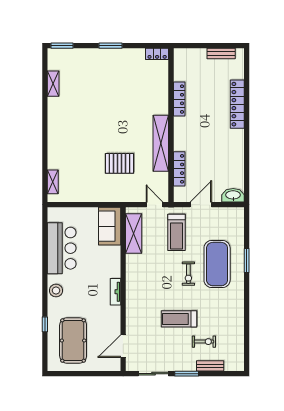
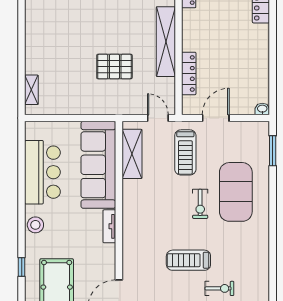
washbasin: (233, 195) -> (262, 109), width x0.52, depth x0.69
sofa: (110, 226) -> (98, 165), width x1.85, depth x1.27
window: (247, 260) -> (273, 151), moved

